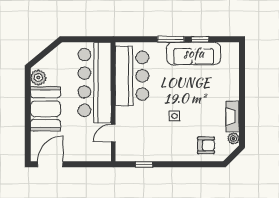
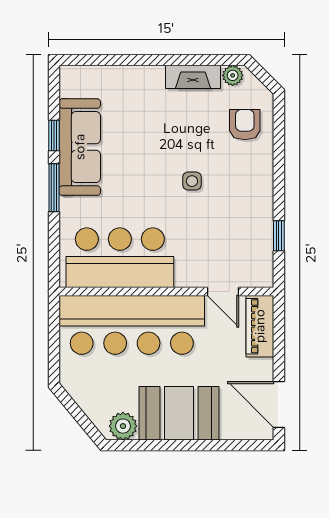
piano: (94, 154) -> (260, 326), added

